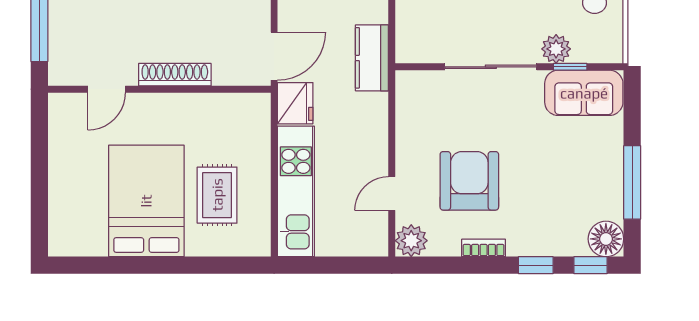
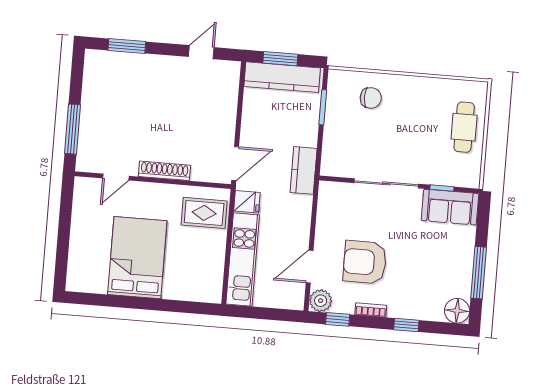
plant: (556, 49) -> (433, 175), removed
fridge: (295, 103) -> (247, 202), width x0.72
armchair: (469, 181) -> (365, 262), turned -90
door: (392, 194) -> (310, 267), width x1.38
rug: (217, 195) -> (204, 213), moved, turned 90
window: (591, 265) -> (338, 319), moved

